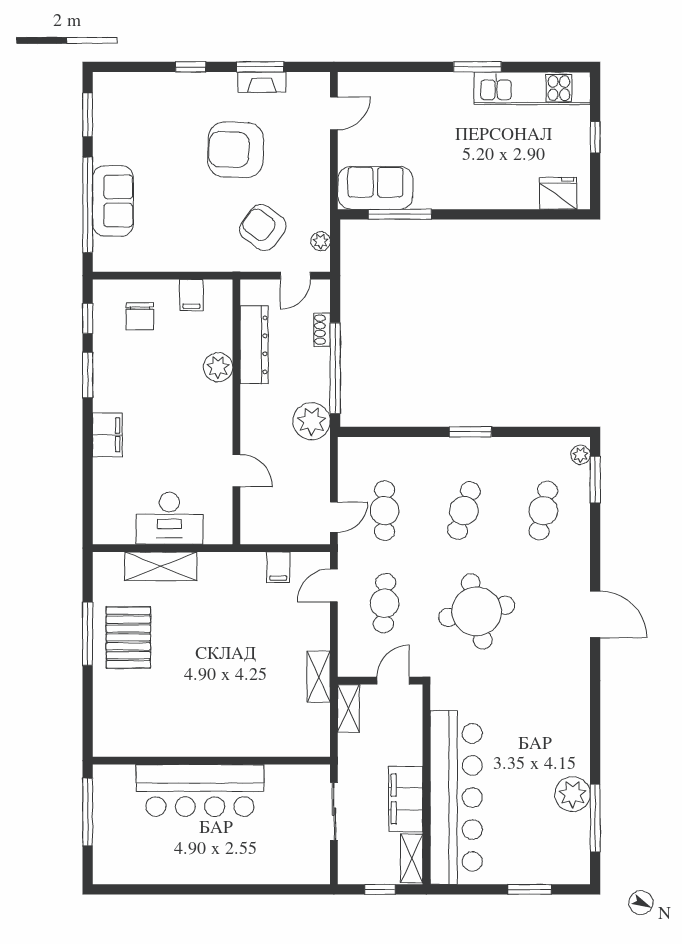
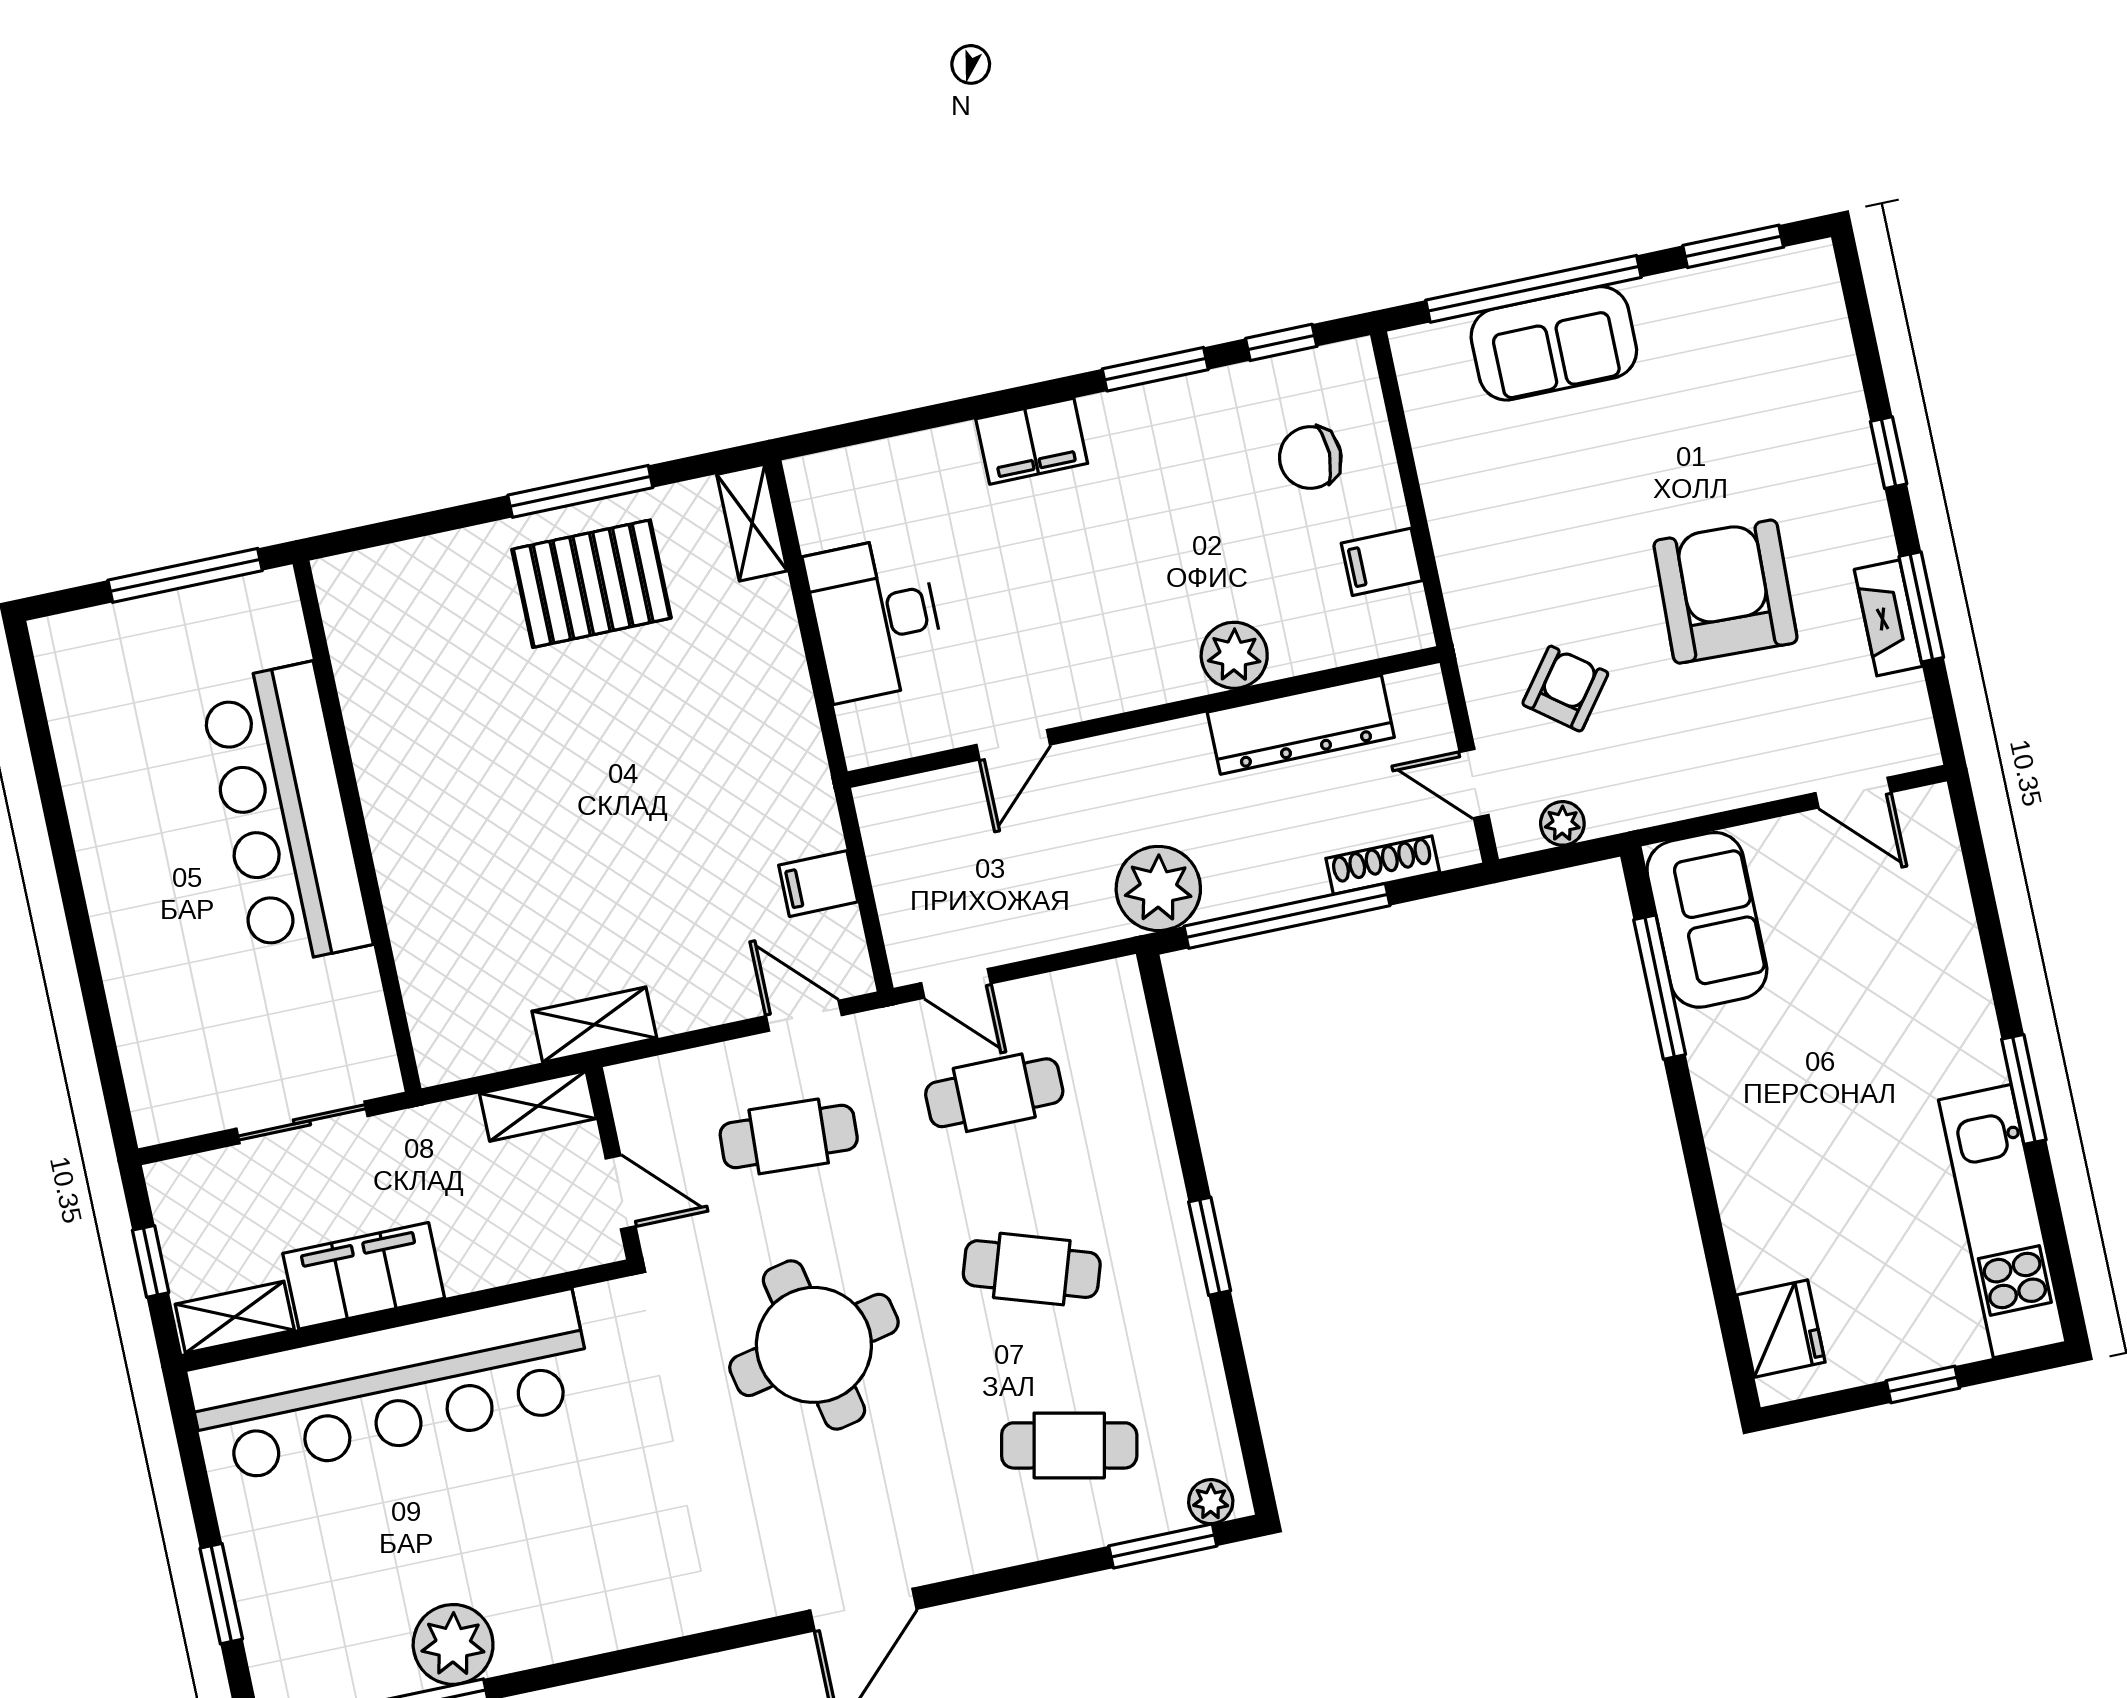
armchair: (263, 228) -> (1565, 689), width x0.72, depth x0.72
shoe rack: (322, 330) -> (1383, 865), width x1.43
shelving: (161, 566) -> (752, 523), moved, width x0.67, depth x0.75

